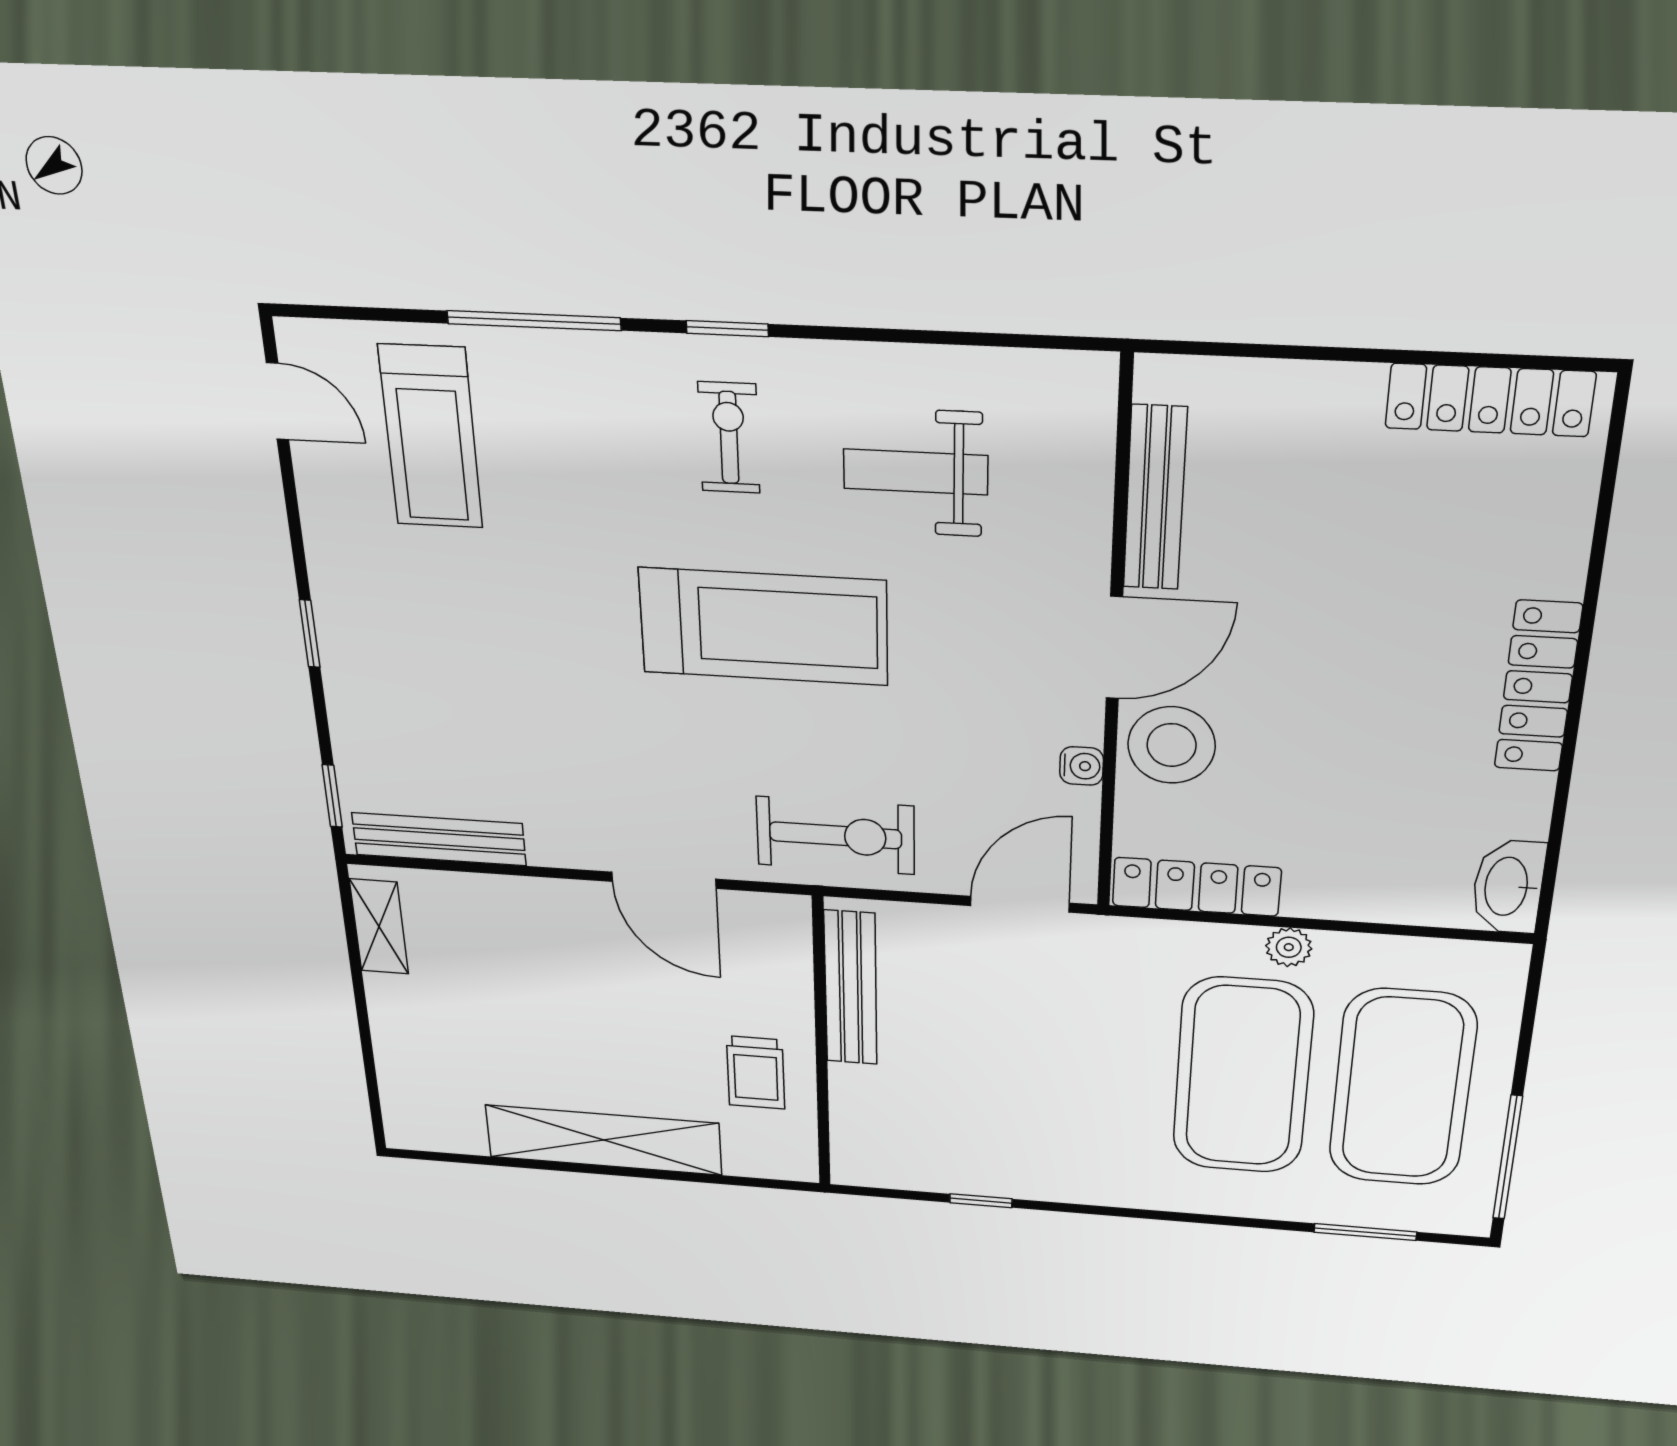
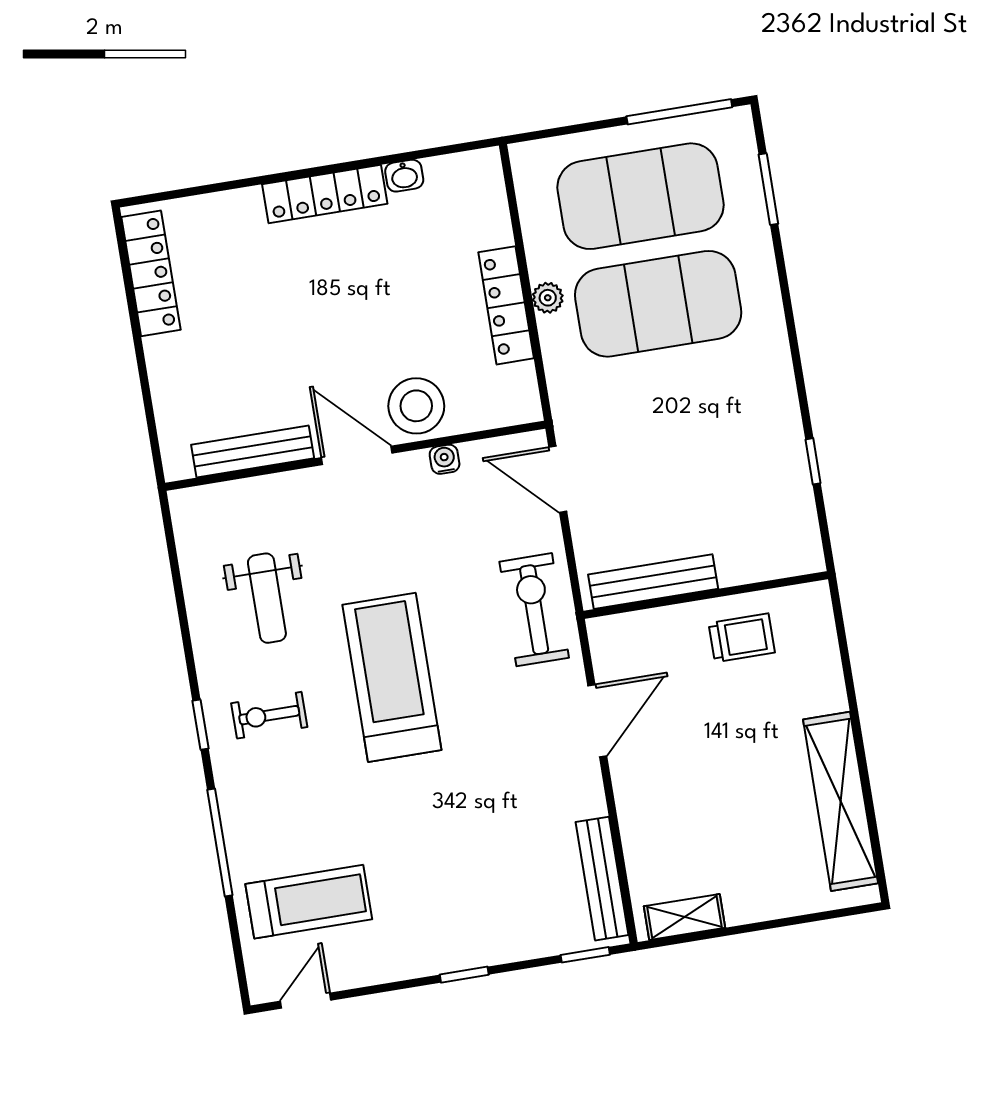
locker: (1196, 887) -> (506, 305), moved
washbasin: (1508, 887) -> (404, 176), moved, width x0.52, depth x0.69
shelving: (604, 1140) -> (841, 801), moved

